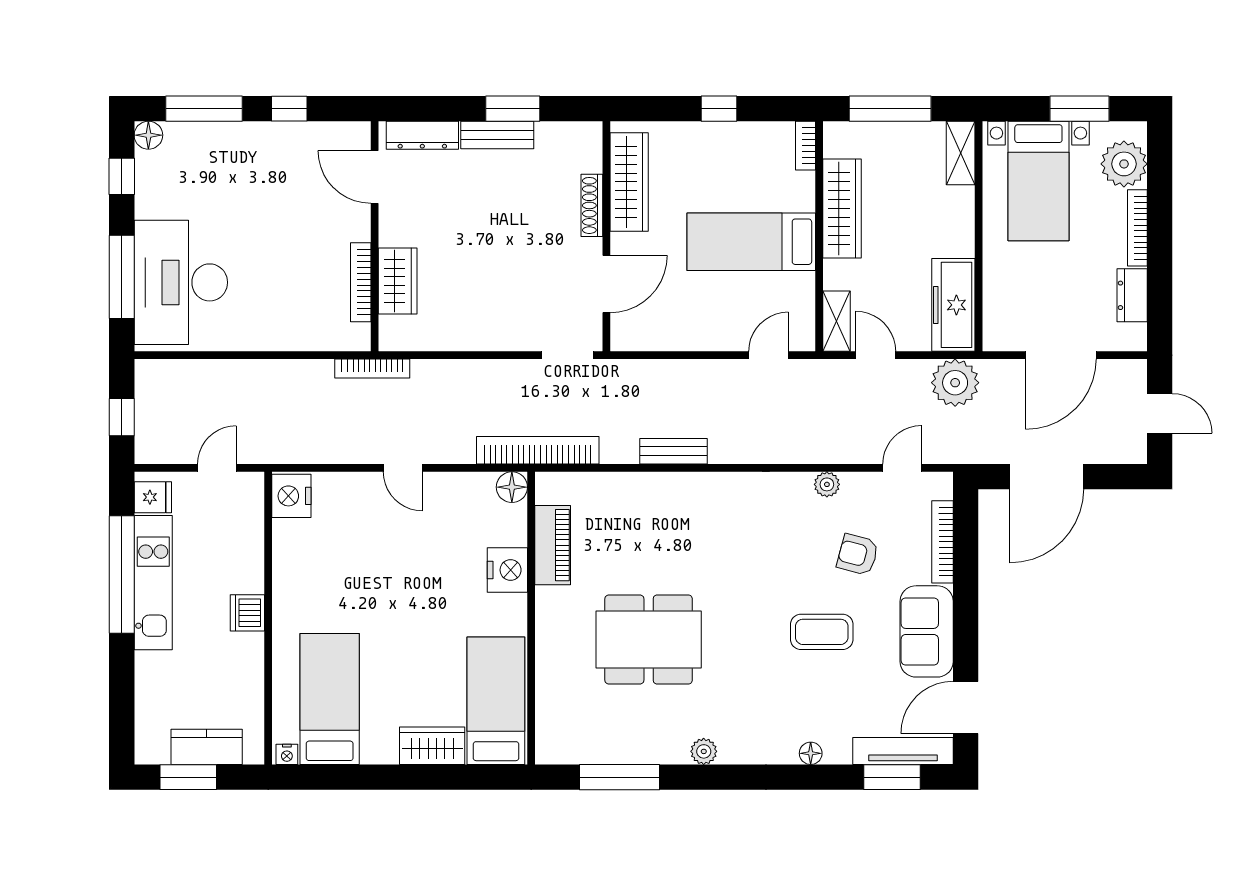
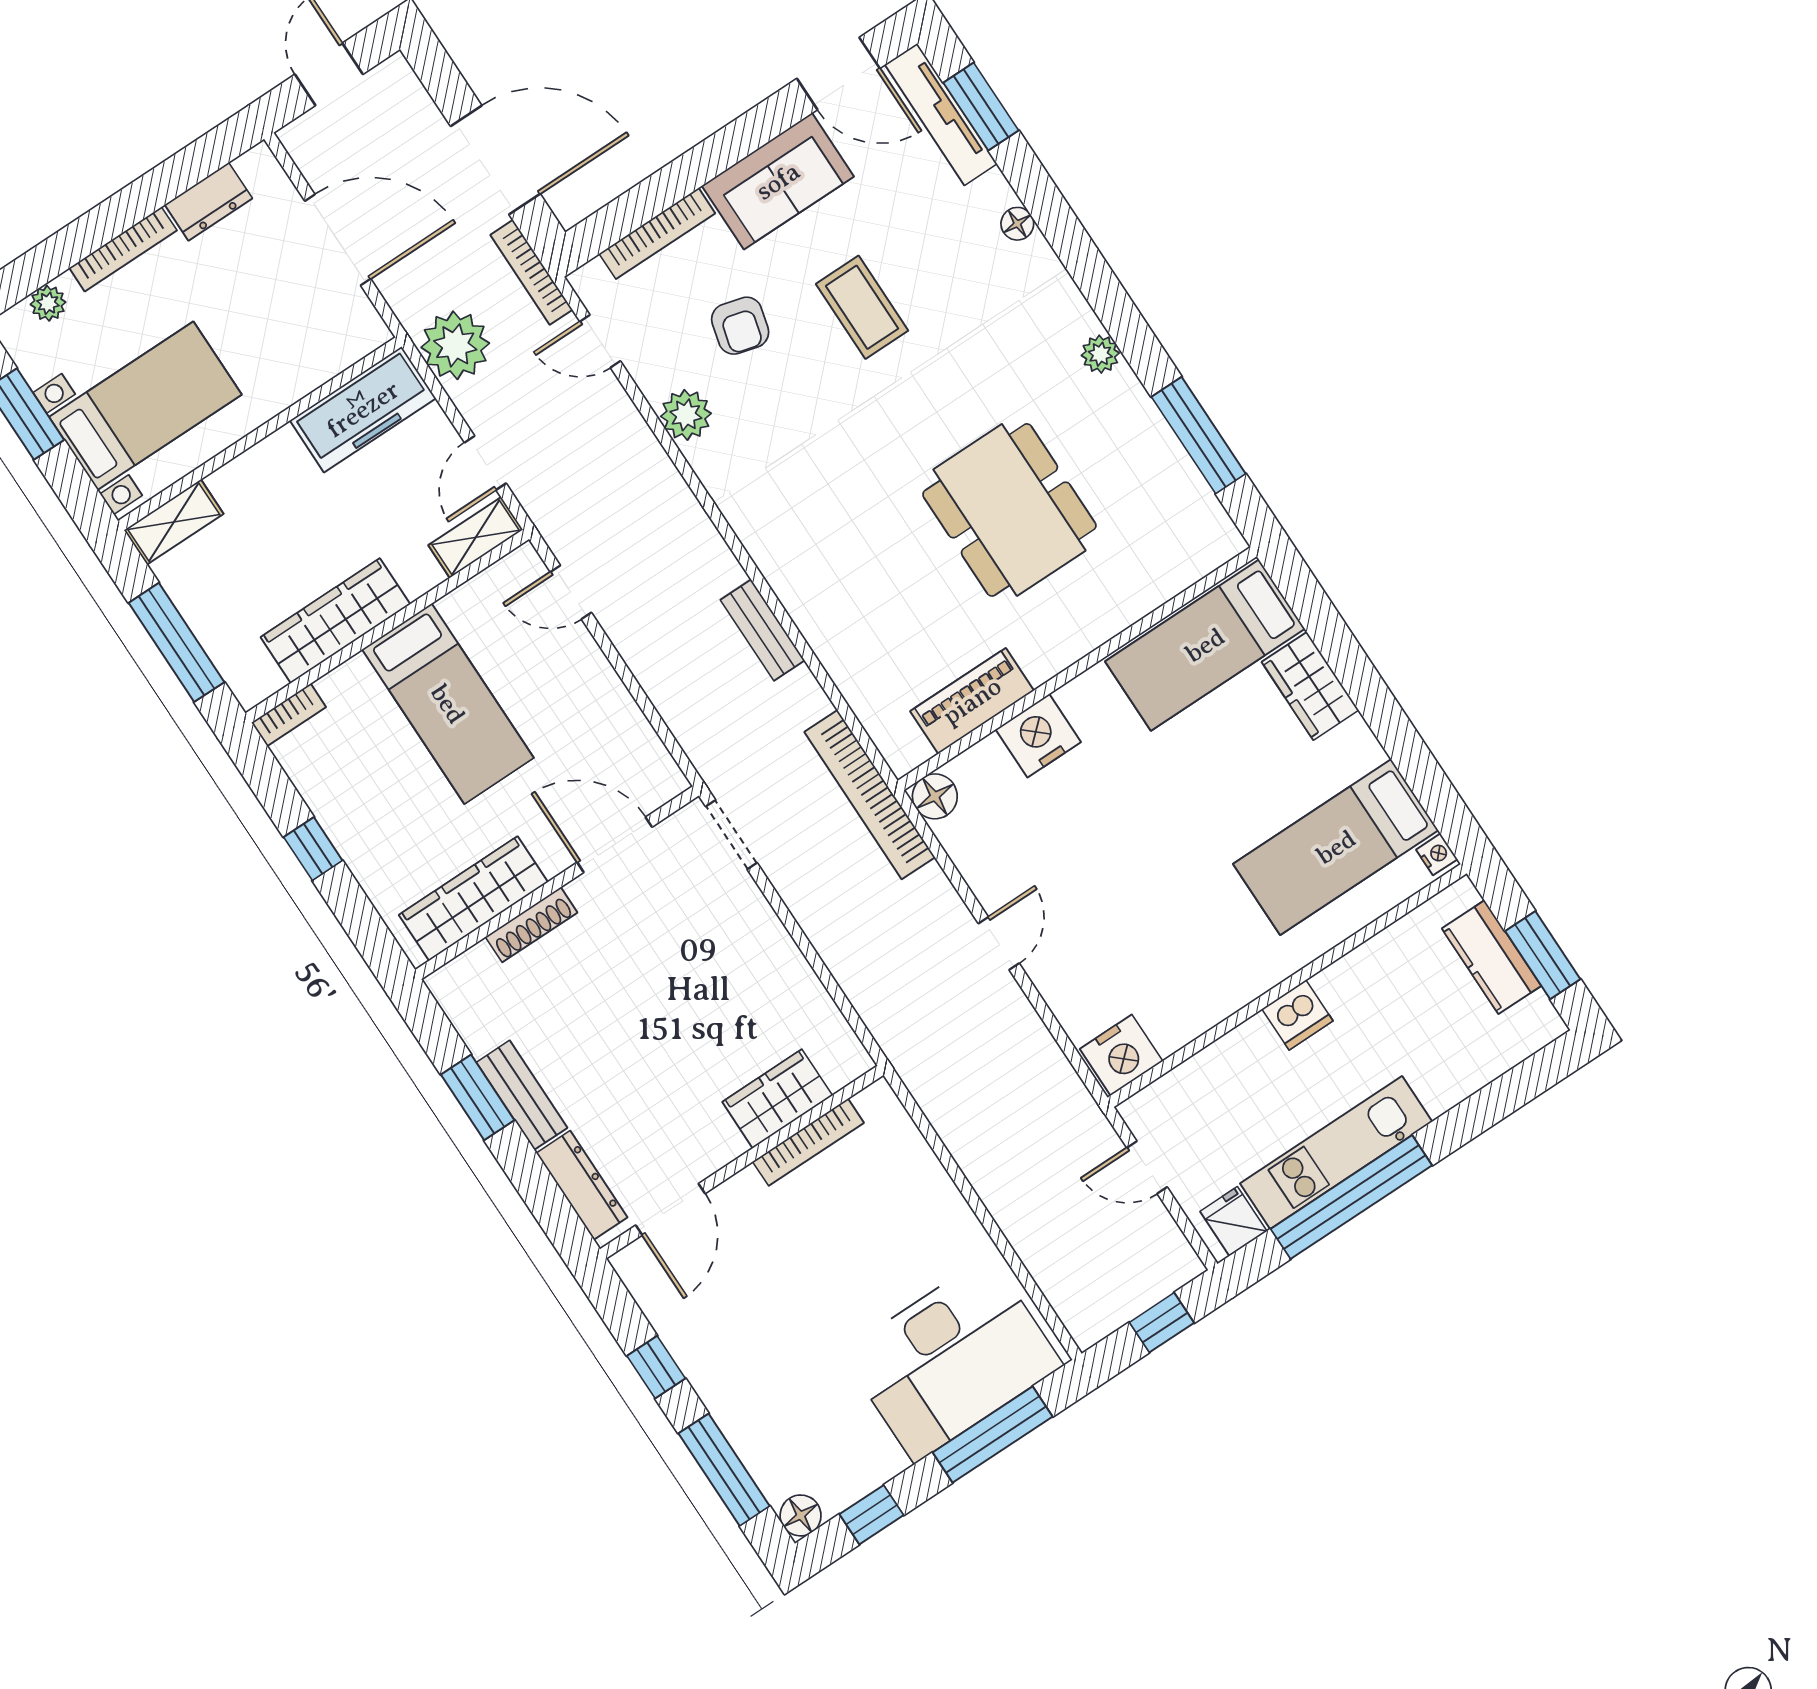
plant: (1124, 164) -> (48, 303), width x0.53, depth x0.53
bookcase: (372, 368) -> (531, 272), moved, turned 180
plant: (827, 484) -> (686, 415), width x1.38, depth x1.38

